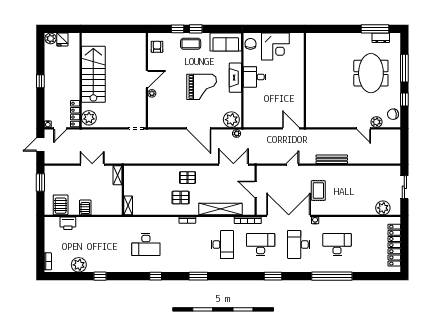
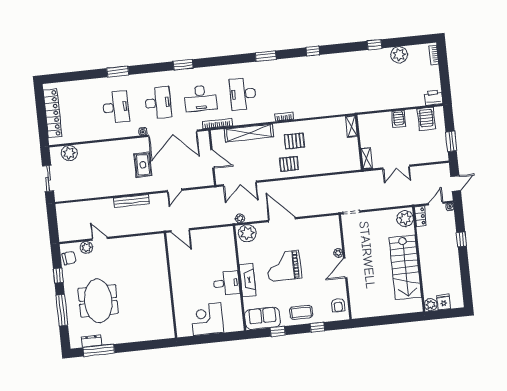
window: (196, 29) -> (278, 331), moved
plant: (51, 38) -> (431, 305), moved
chair: (250, 44) -> (235, 319), removed
window: (40, 81) -> (461, 239), moved
locker: (75, 114) -> (420, 216), width x0.66
printer: (68, 223) -> (433, 98), moved
desk: (146, 245) -> (327, 85), removed
desk: (337, 245) -> (116, 107), turned -90
window: (332, 276) -> (118, 72), width x0.47

